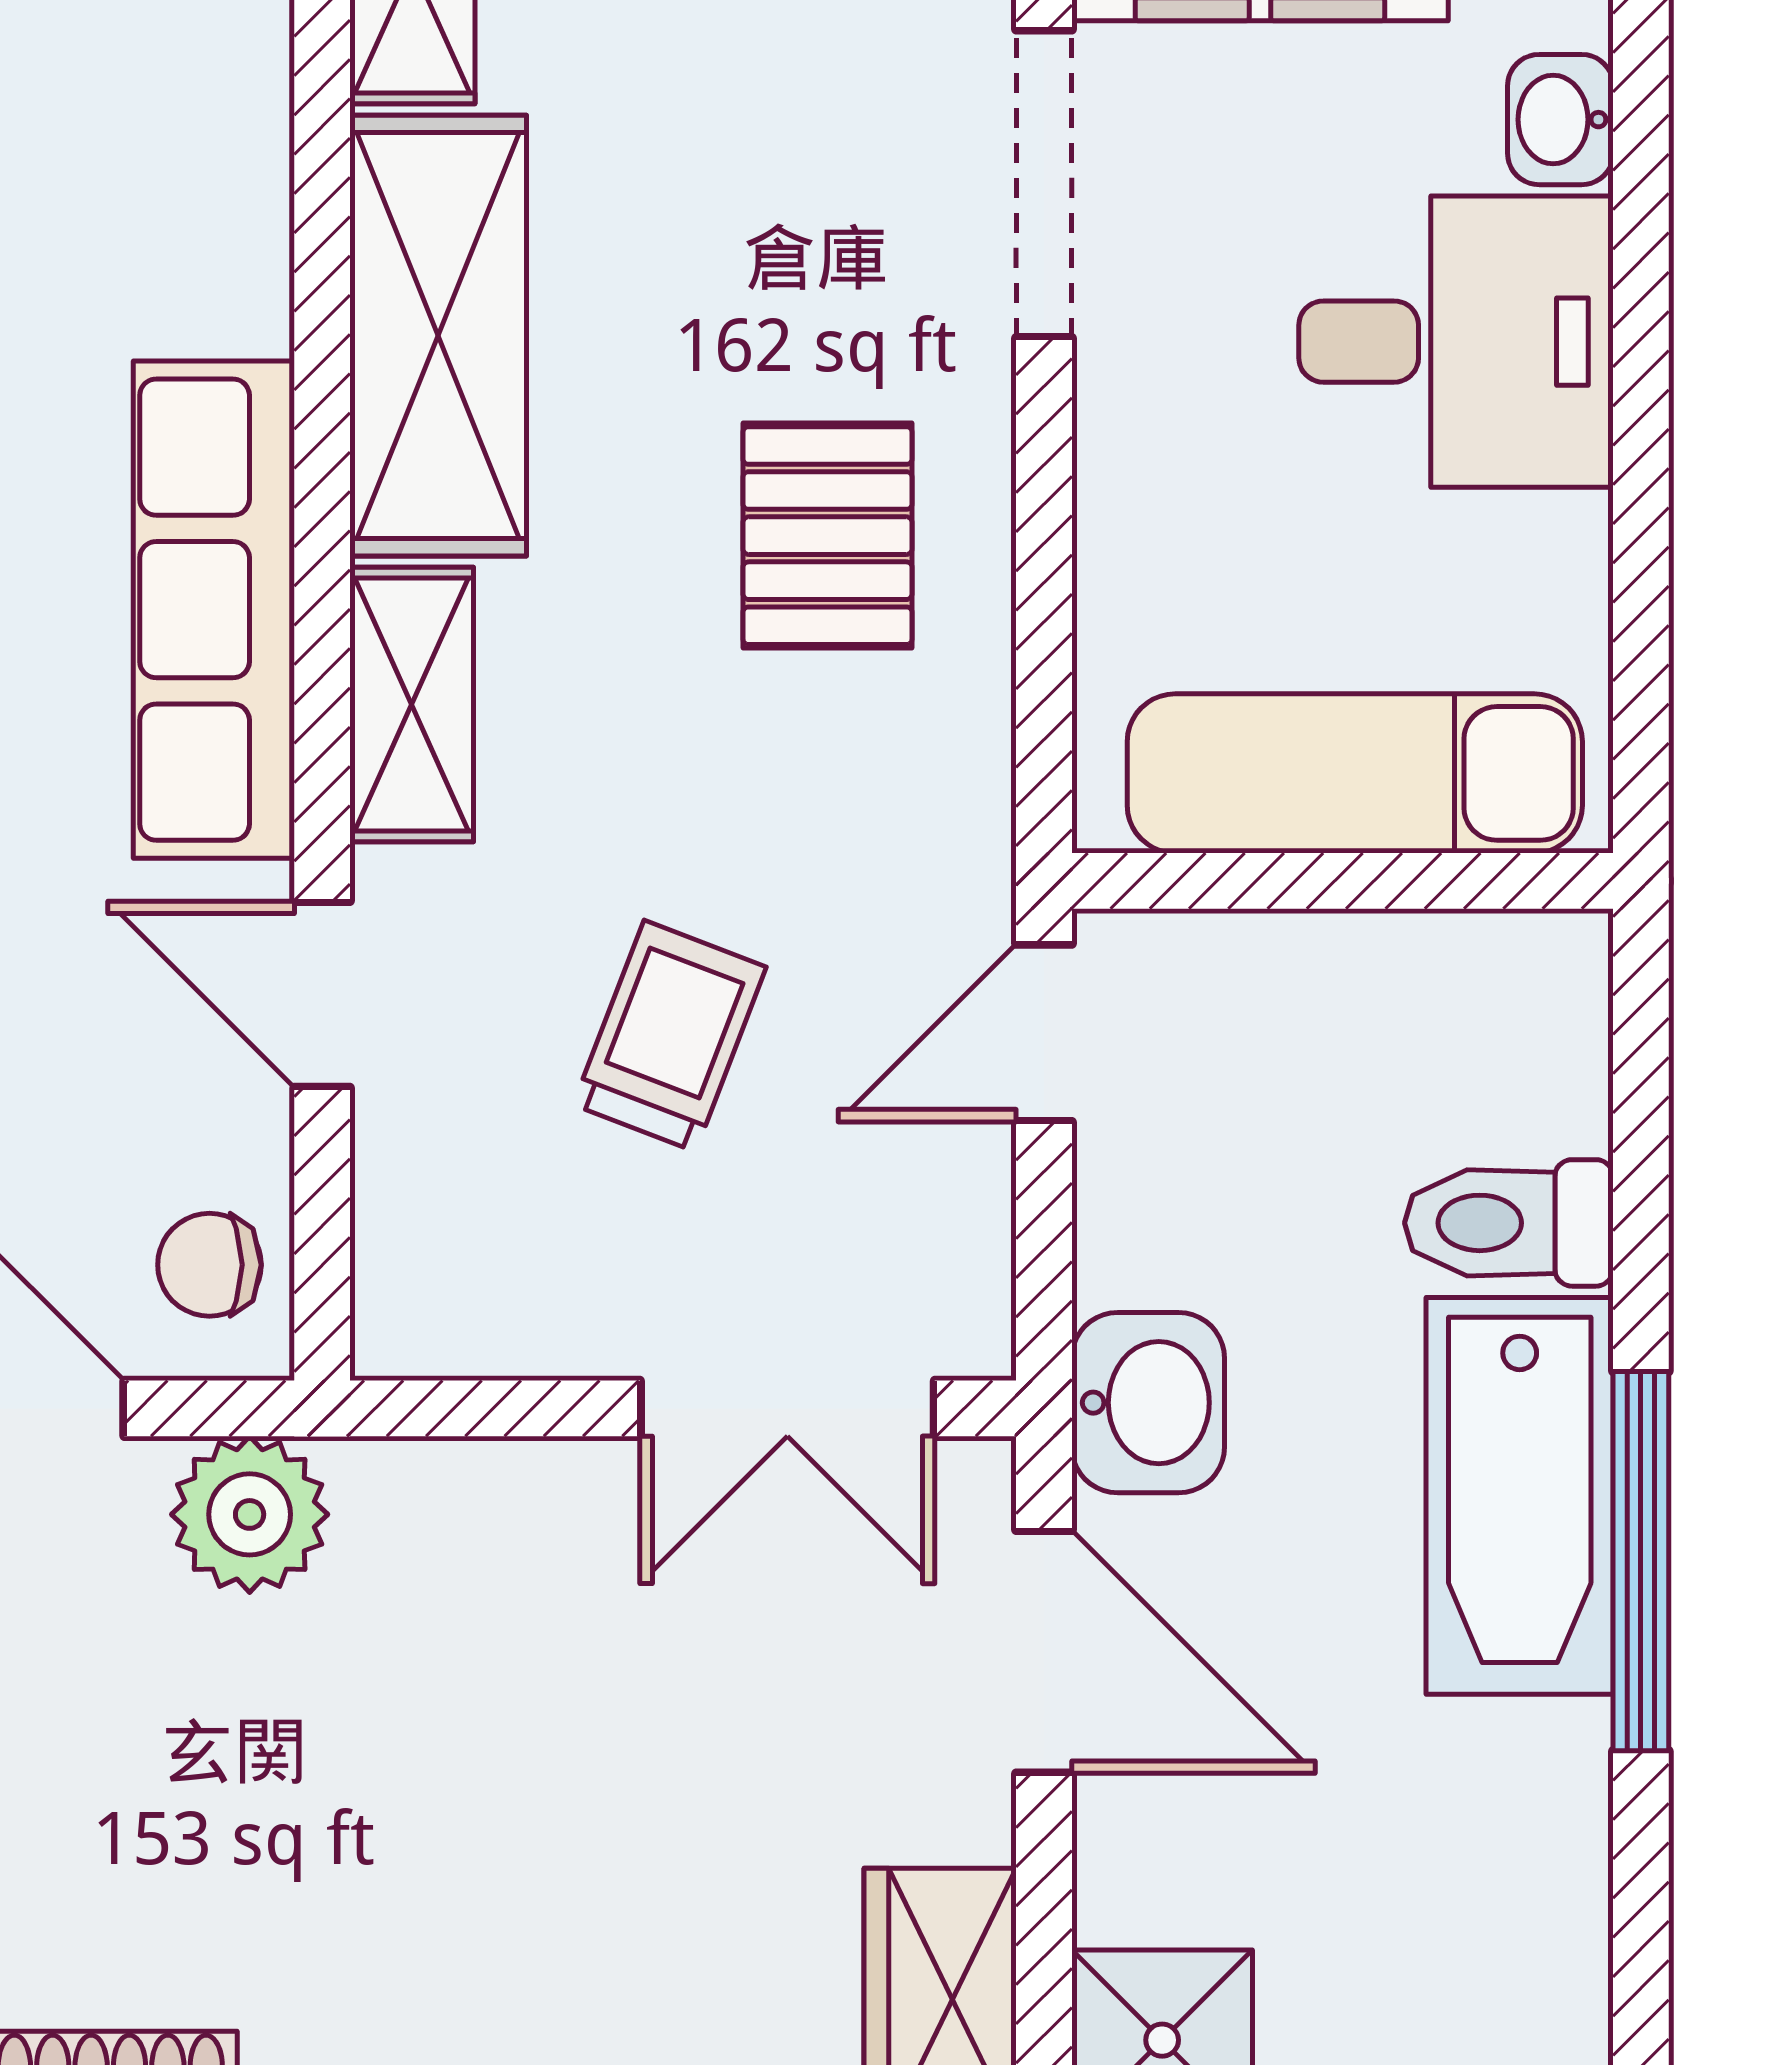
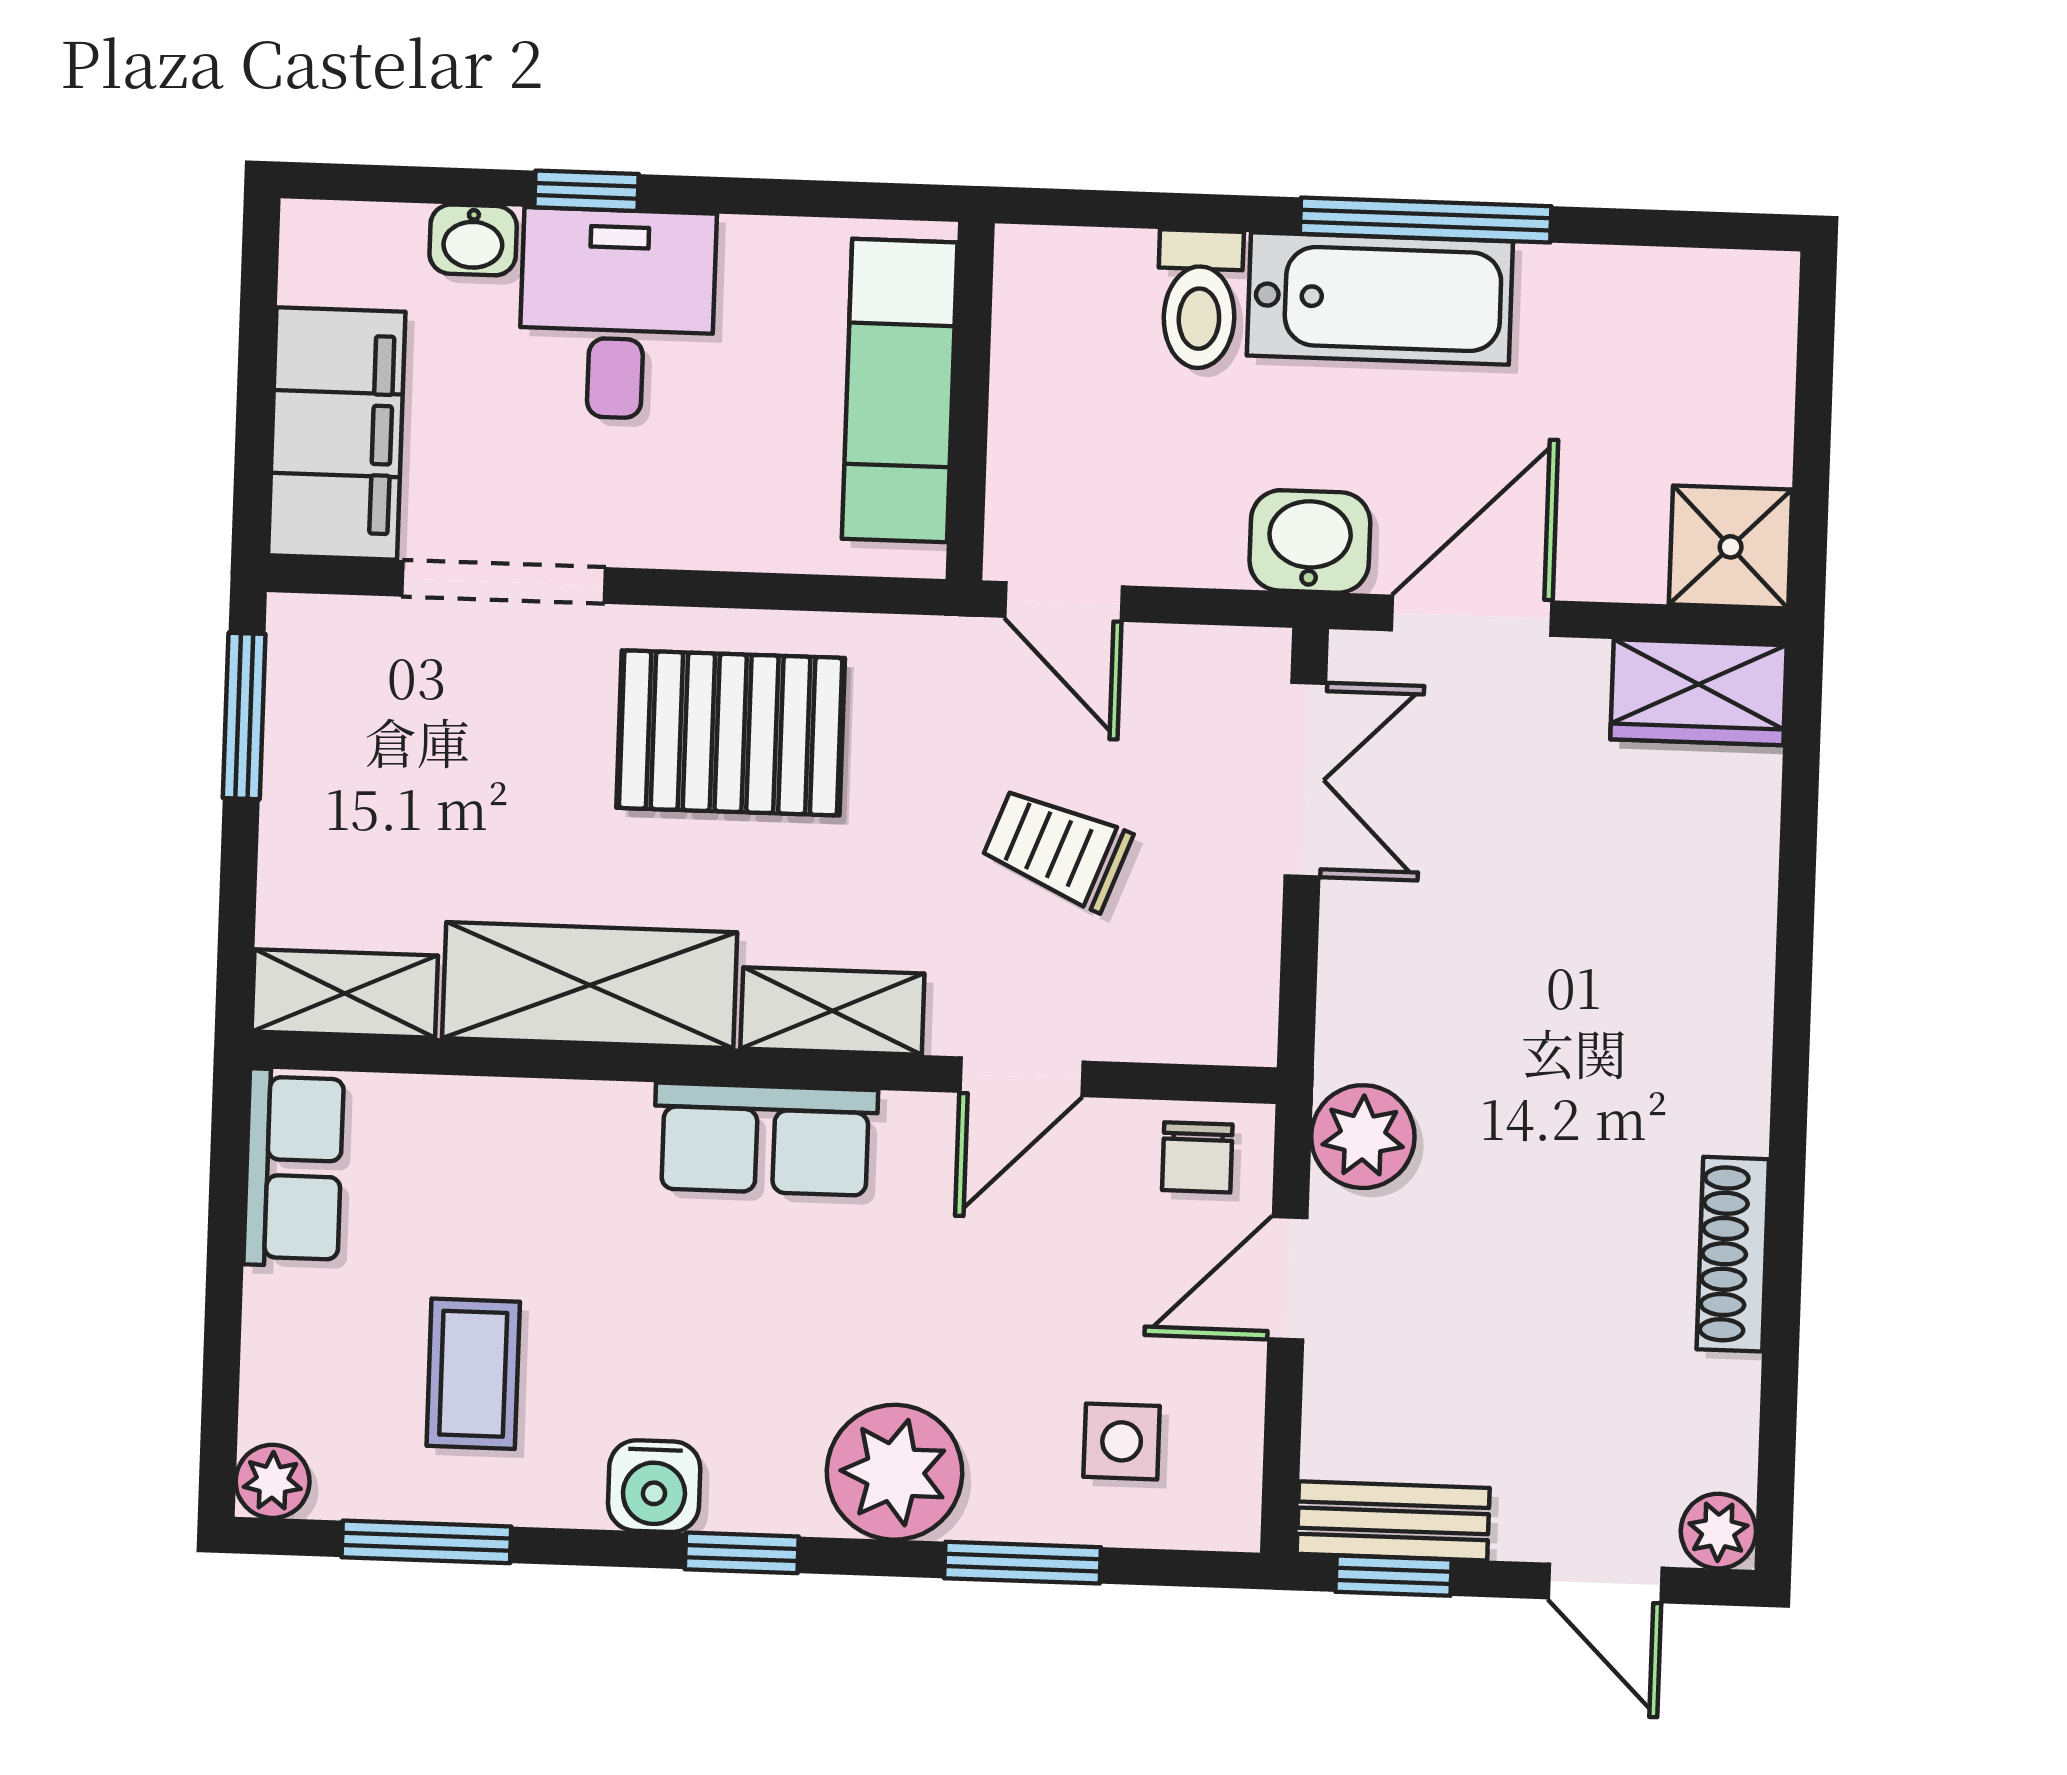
window: (1641, 289) -> (587, 191), added
pallet: (827, 536) -> (731, 733), width x1.50, depth x1.42
row of seats: (214, 610) -> (765, 1139), width x0.68

